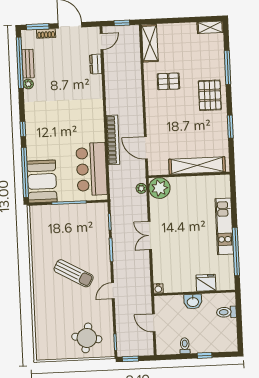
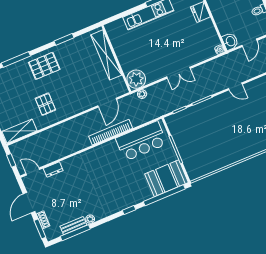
window: (20, 63) -> (75, 233), width x0.68
sun lounger: (74, 273) -> (233, 124), removed
washbasin: (193, 302) -> (230, 41), moved

